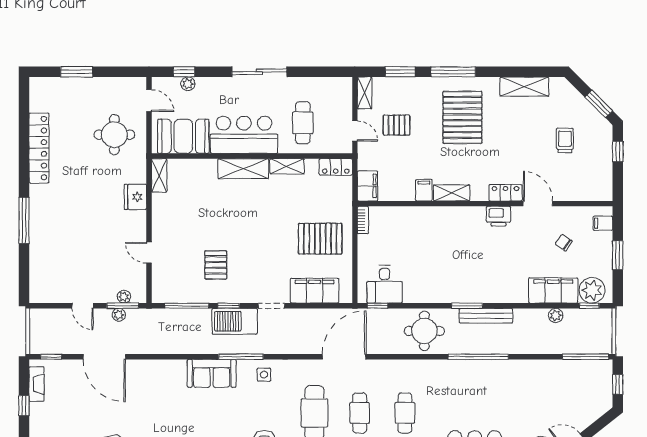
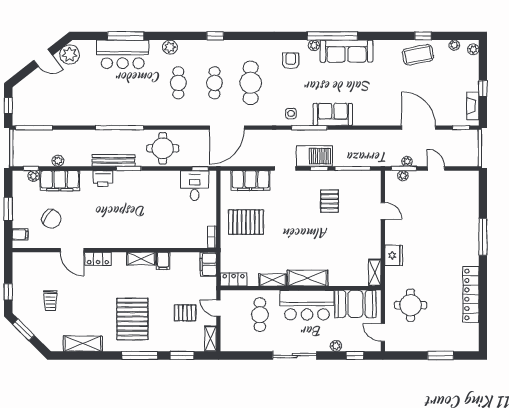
plant: (188, 84) -> (336, 346), moved
printer: (498, 216) -> (103, 179), moved, turned 180
chair: (564, 243) -> (51, 219), width x1.87, depth x1.87
plant: (592, 290) -> (34, 176), width x0.53, depth x0.53

